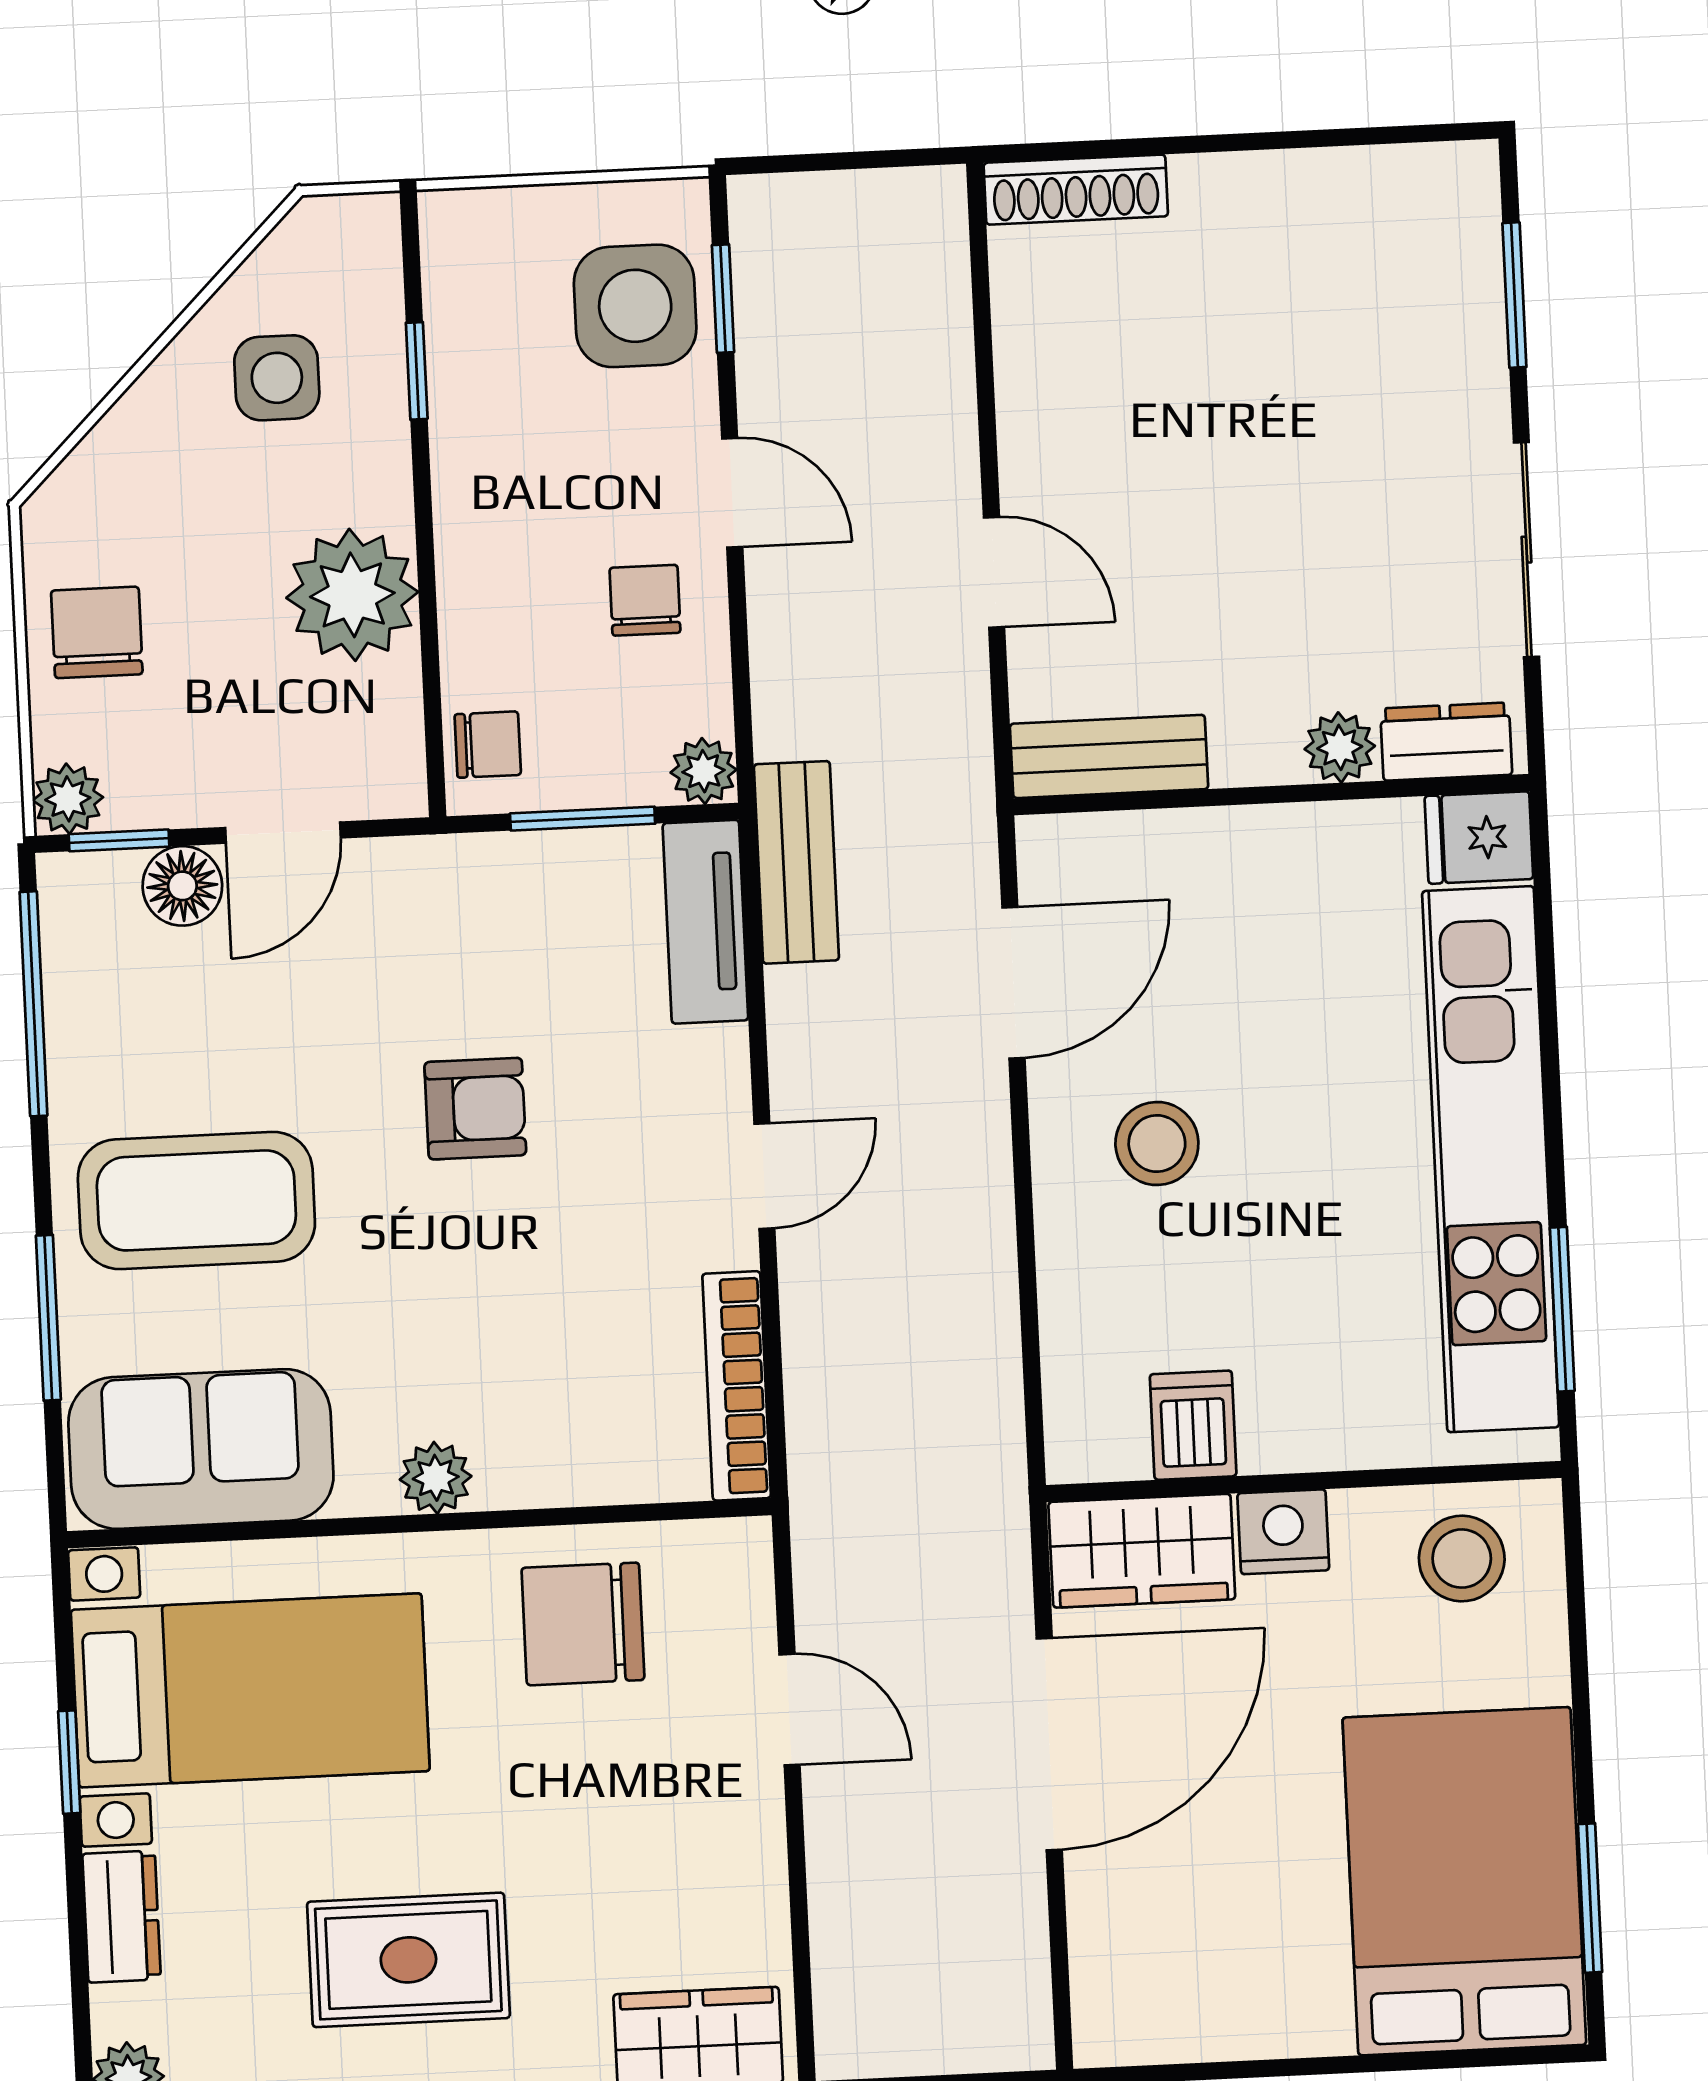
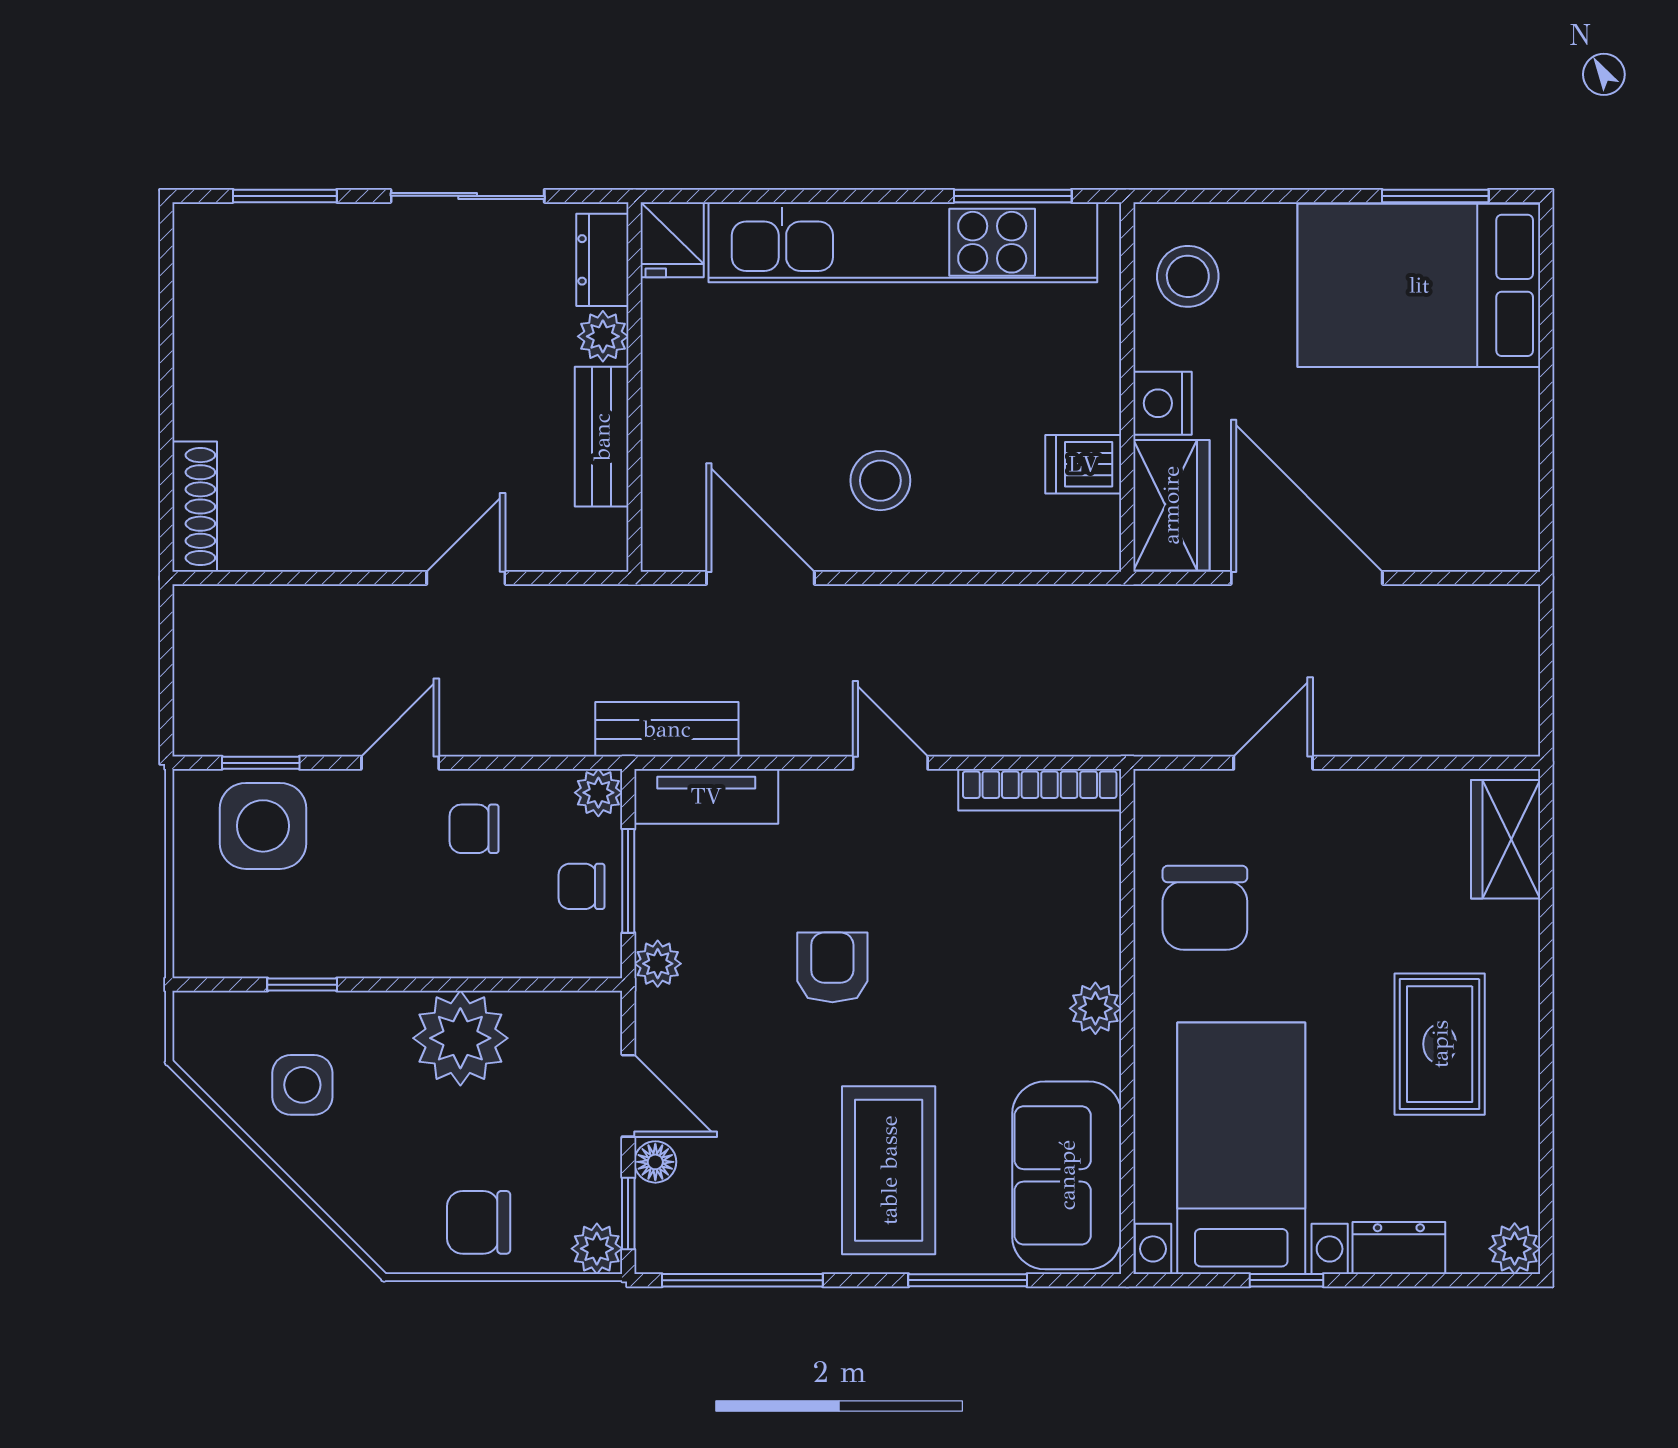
chair: (488, 745) -> (582, 886), moved, turned -90
bench: (1109, 756) -> (602, 437), moved
plant: (469, 865) -> (658, 964), added
floor lamp: (182, 886) -> (655, 1162), width x0.73, depth x0.73

